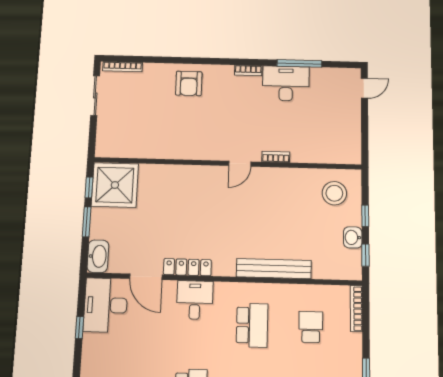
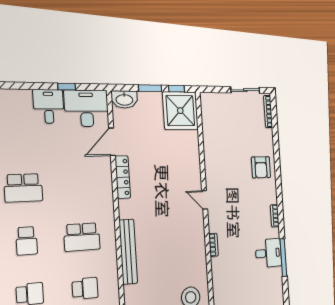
armchair: (189, 83) -> (261, 167), turned -90
desk: (286, 83) -> (268, 253), width x0.73
door: (240, 164) -> (205, 200), moved
desk: (195, 300) -> (49, 106), moved, turned -90

